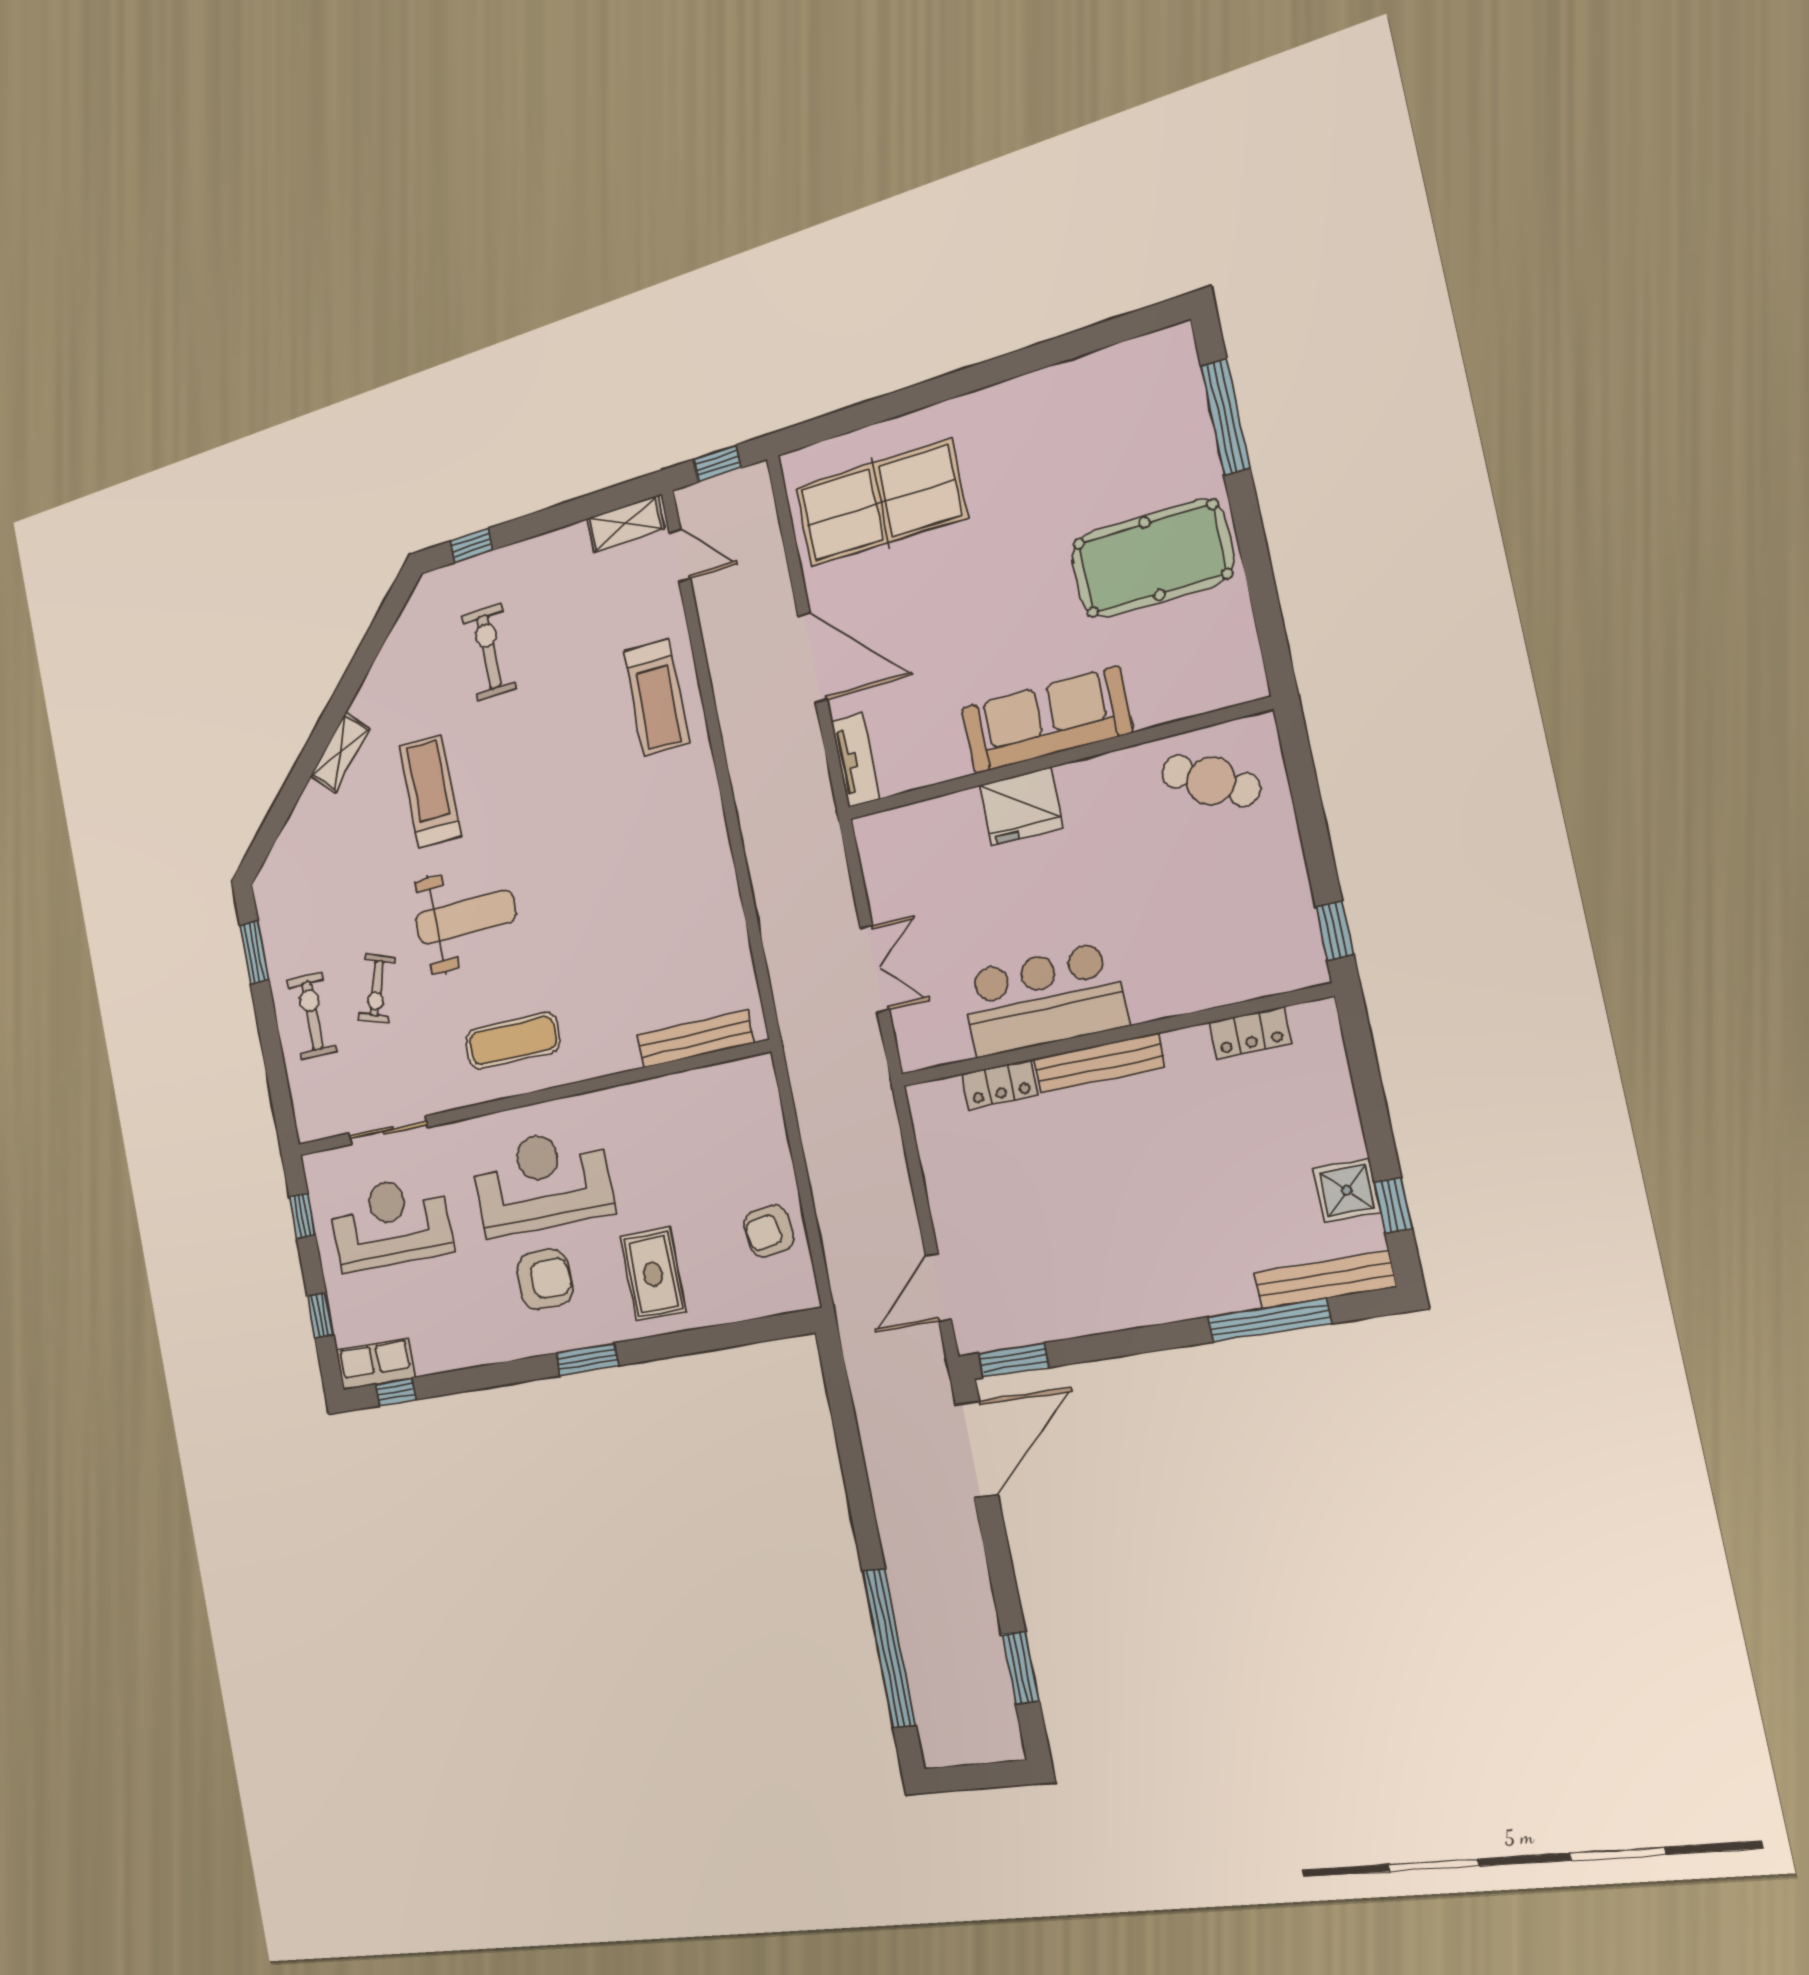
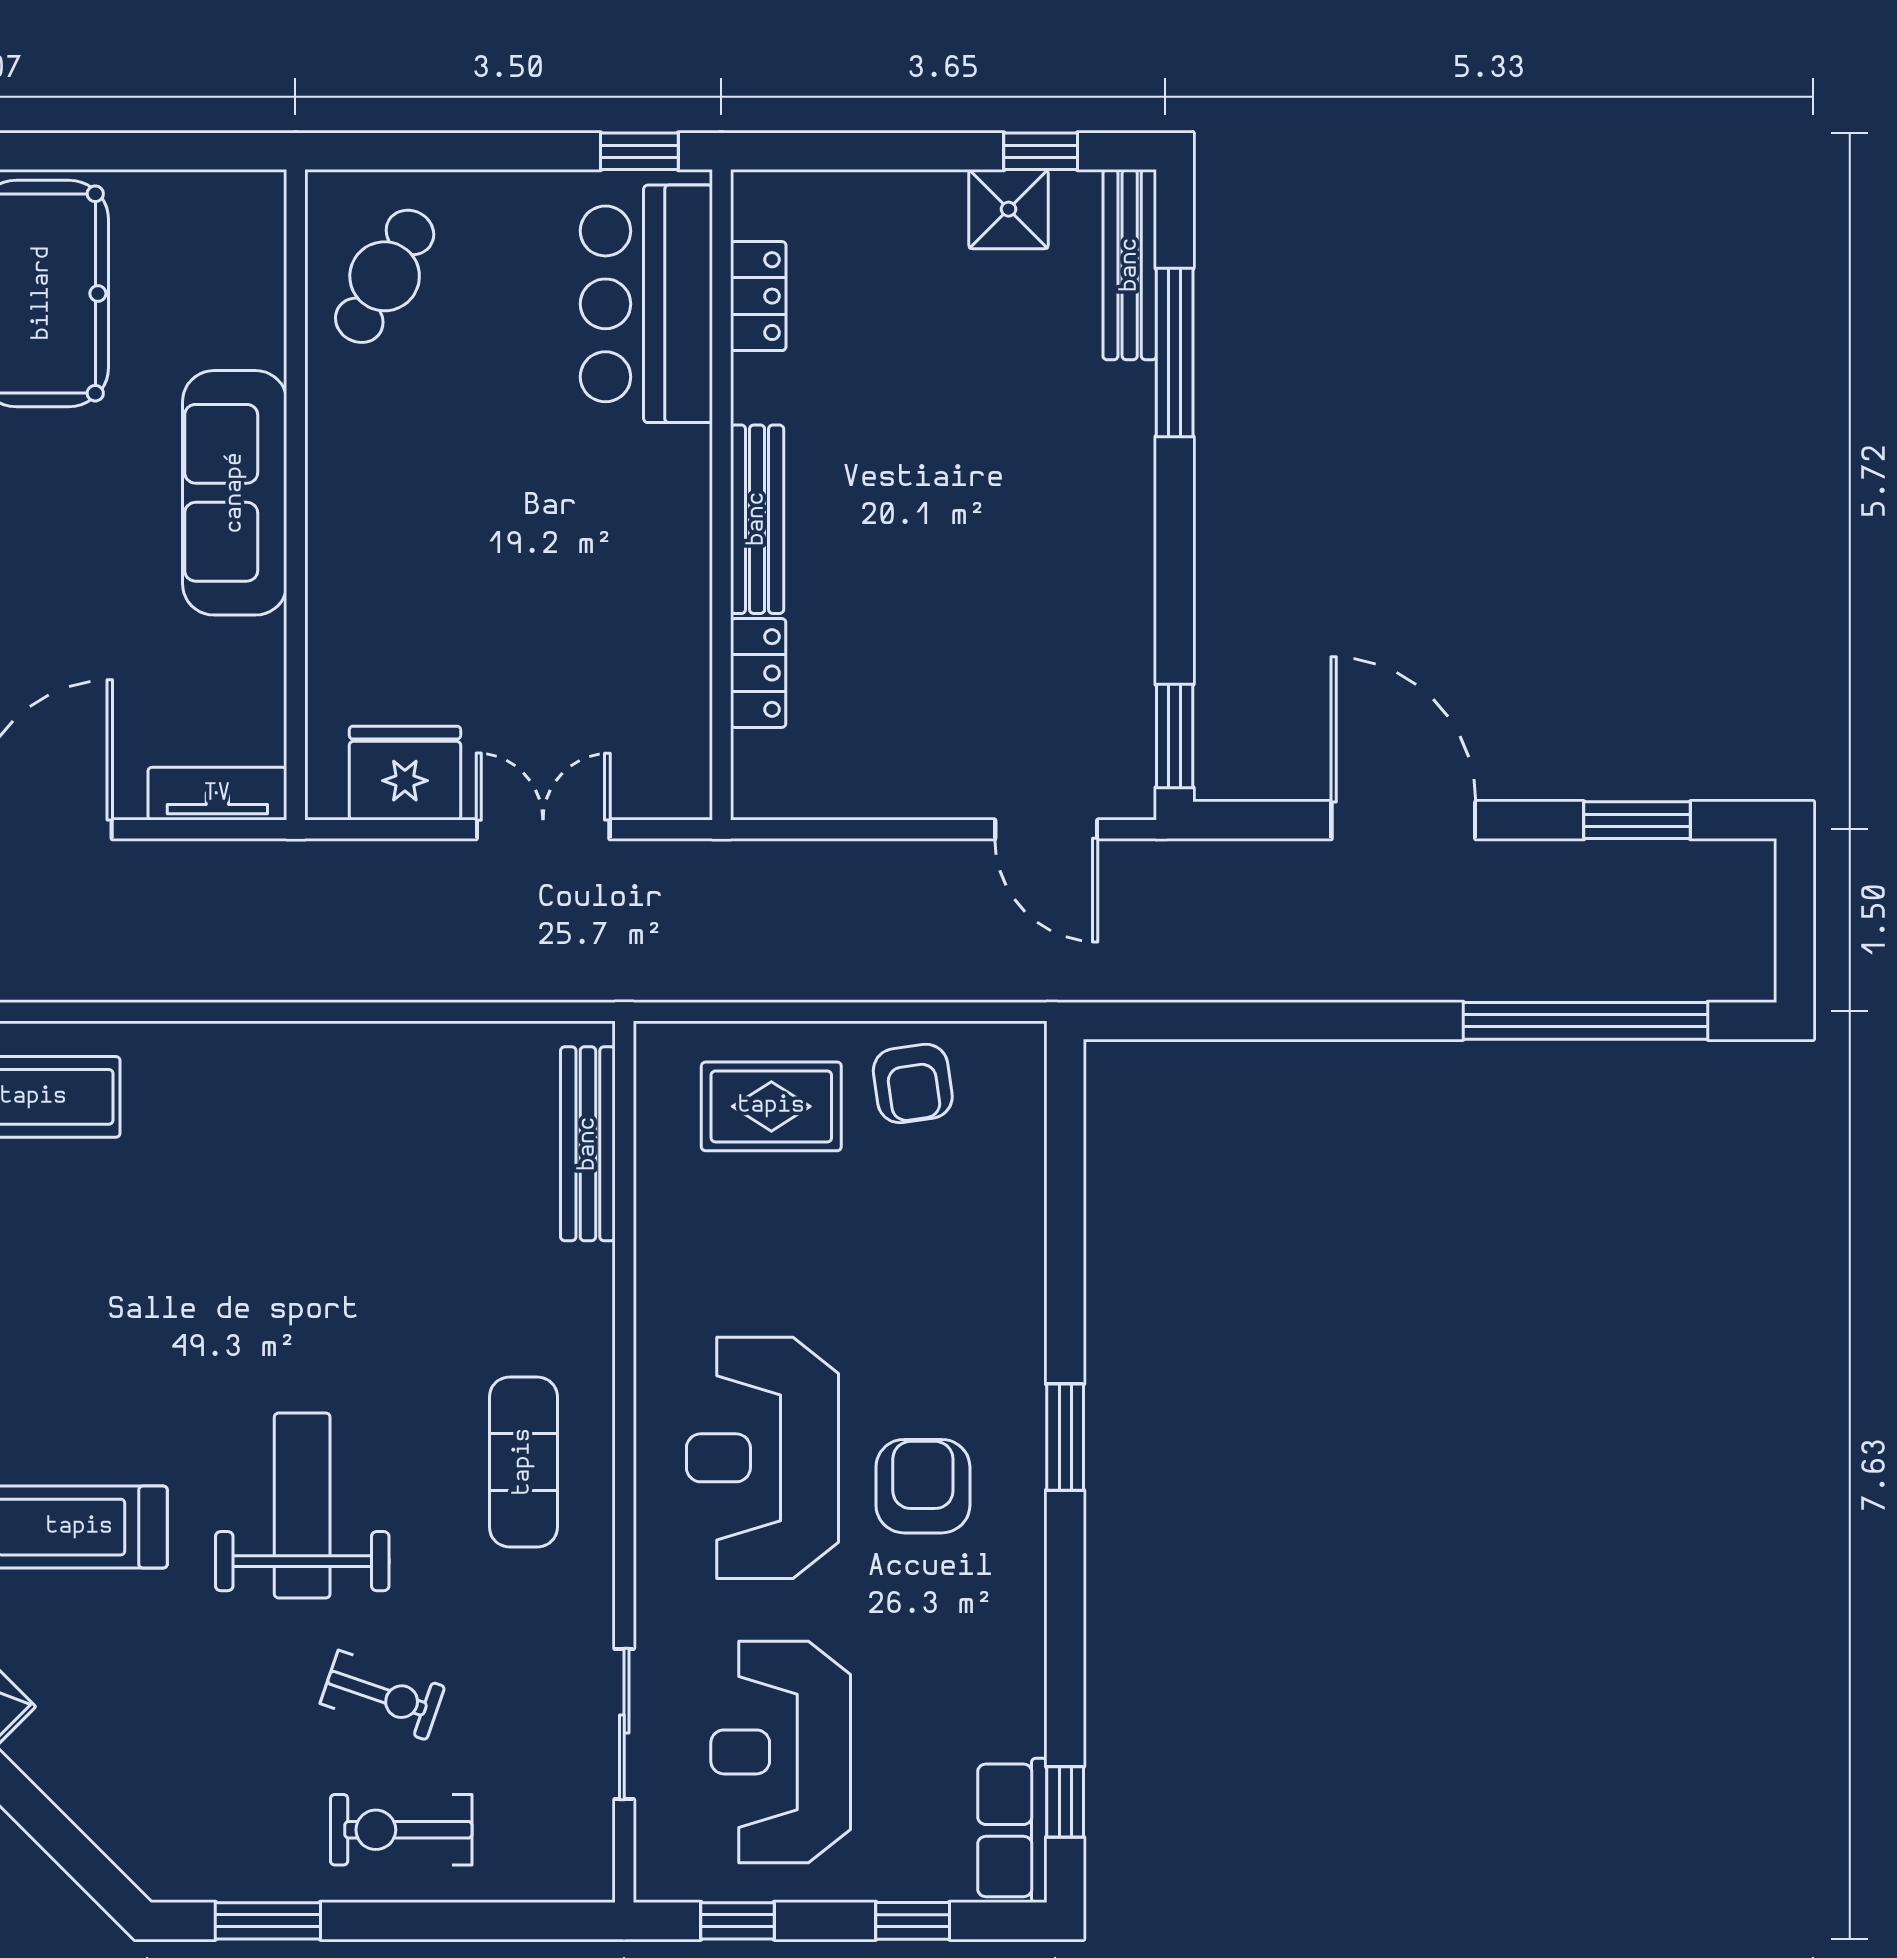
fridge: (1021, 806) -> (405, 773), moved, turned -90
bar counter: (1043, 1000) -> (646, 304), moved
rug: (653, 1274) -> (771, 1106), moved
door: (977, 1450) -> (1403, 820), moved

